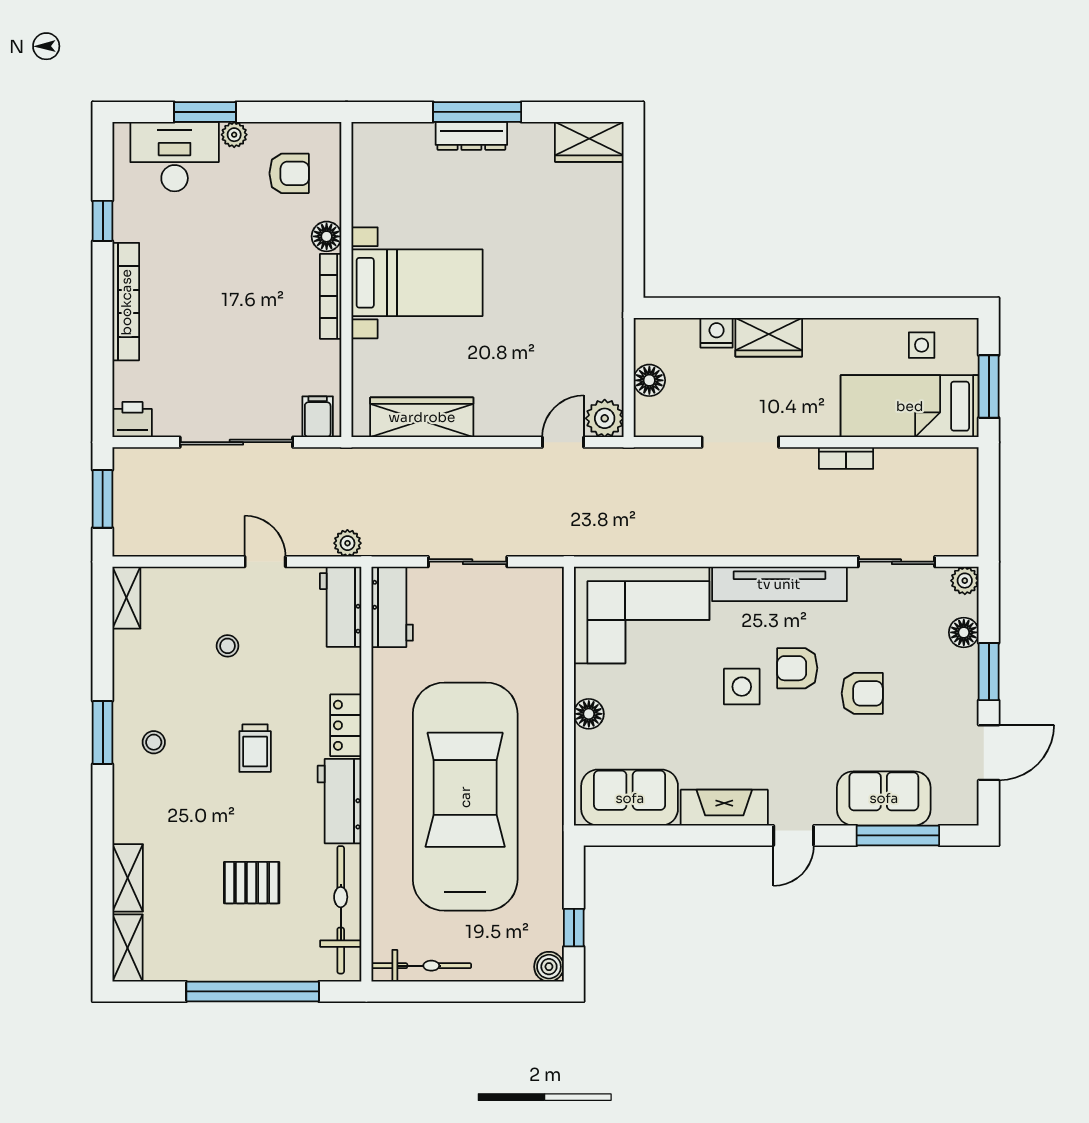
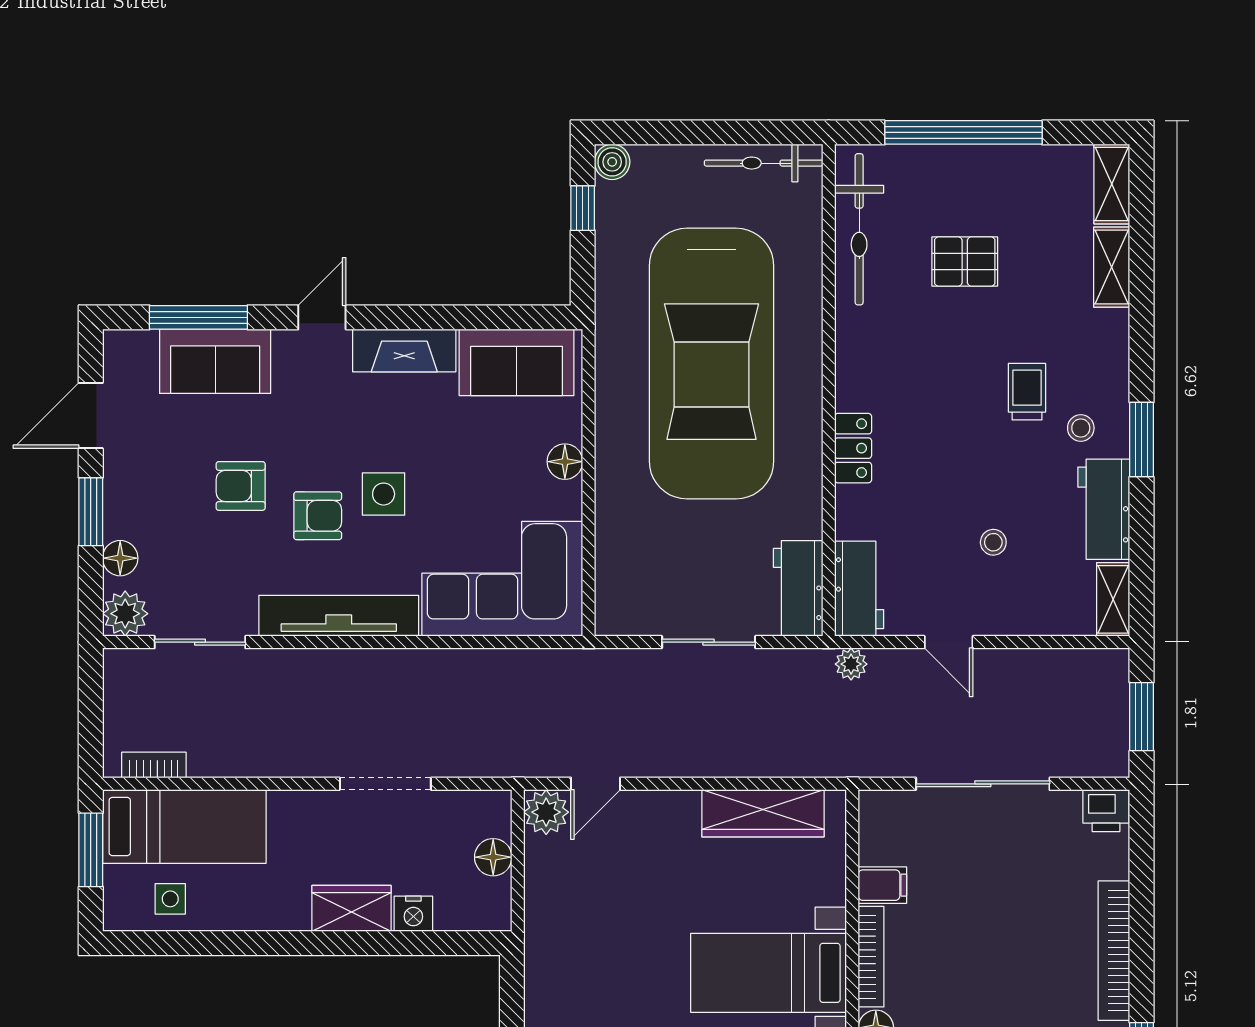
filing cabinet: (318, 417) -> (882, 885), moved, turned -90
bookcase: (846, 458) -> (154, 765), moved
plant: (965, 581) -> (125, 614), width x1.38, depth x1.38
trolley: (255, 748) -> (1027, 392), moved
workbench: (340, 801) -> (1104, 509), moved, turned 180

